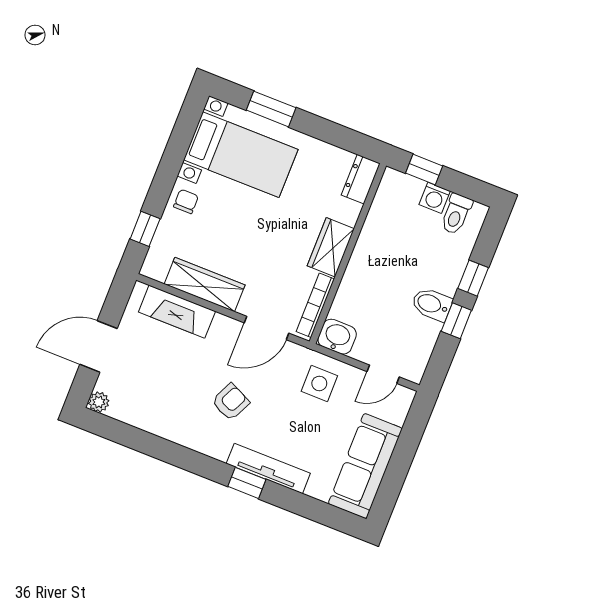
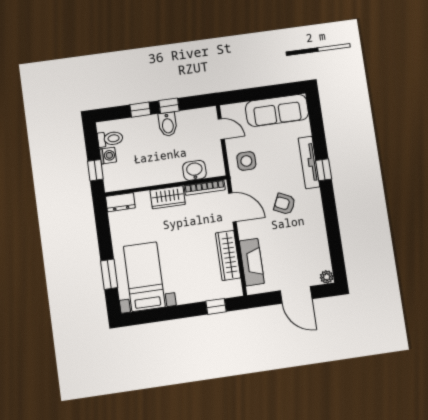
chair: (186, 201) -> (188, 292), removed
washbasin: (337, 337) -> (194, 170), moved, turned 90

